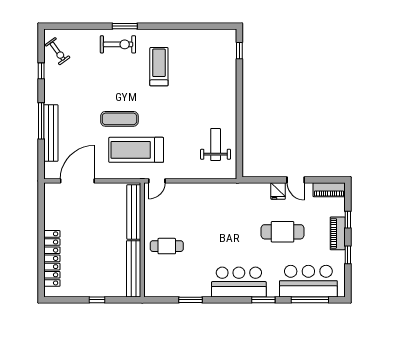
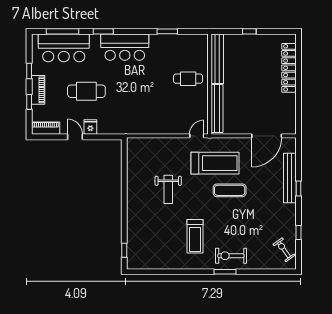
window: (41, 121) -> (298, 188), width x0.46
weight bench: (216, 144) -> (168, 189), moved

